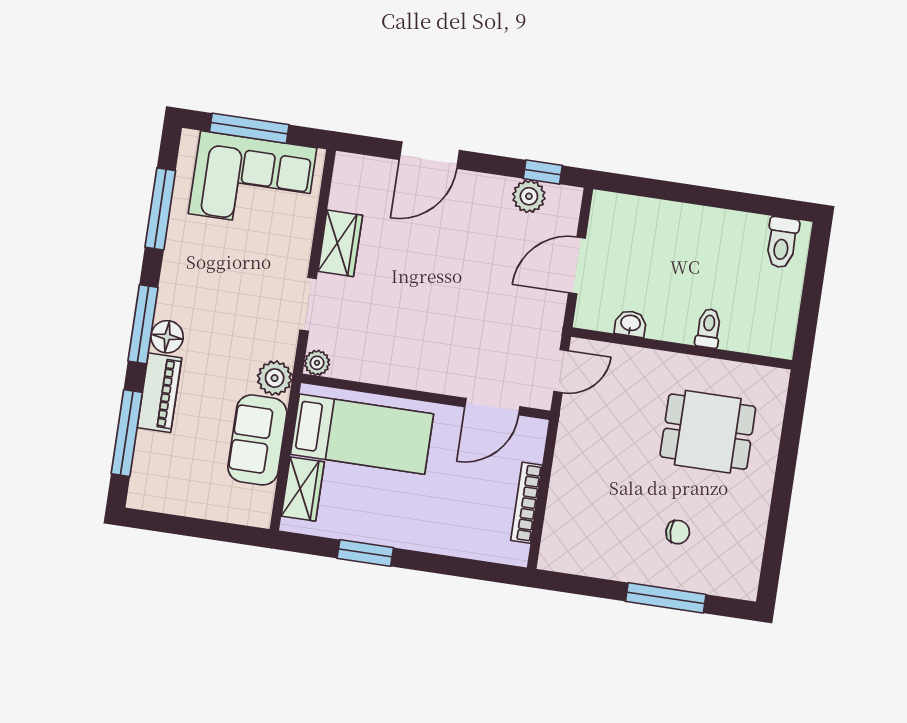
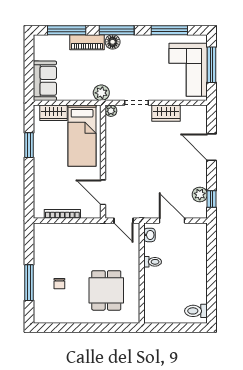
washbasin: (630, 324) -> (149, 235), moved
toilet: (708, 328) -> (153, 262), moved
sofa: (257, 440) -> (45, 81), moved, turned 90

